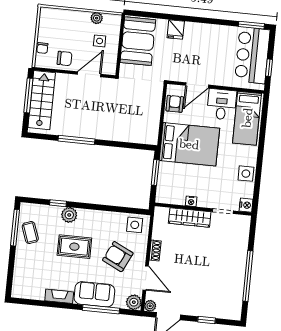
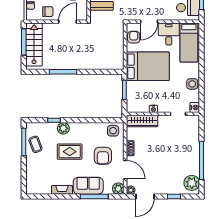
wardrobe: (190, 217) -> (142, 121), moved
armchair: (118, 257) -> (103, 156), turned -116
plant: (232, 305) -> (192, 183), added

